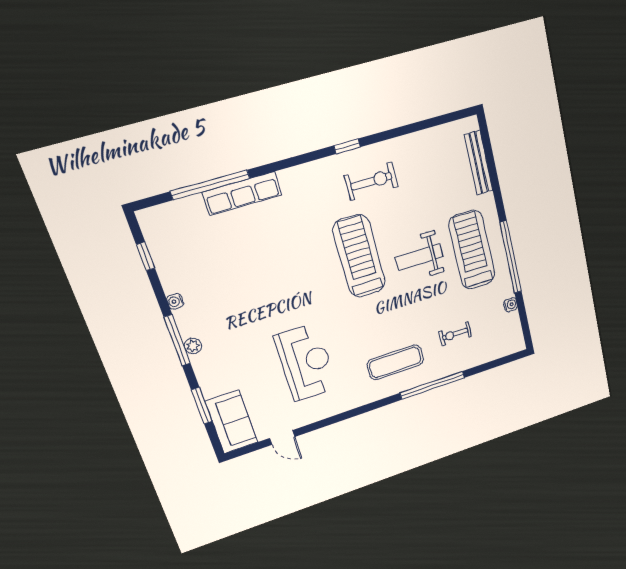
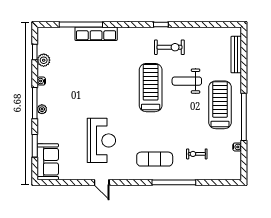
weight bench: (419, 257) -> (187, 81), moved
plant: (166, 265) -> (44, 60), added
door: (282, 437) -> (102, 182), moved

